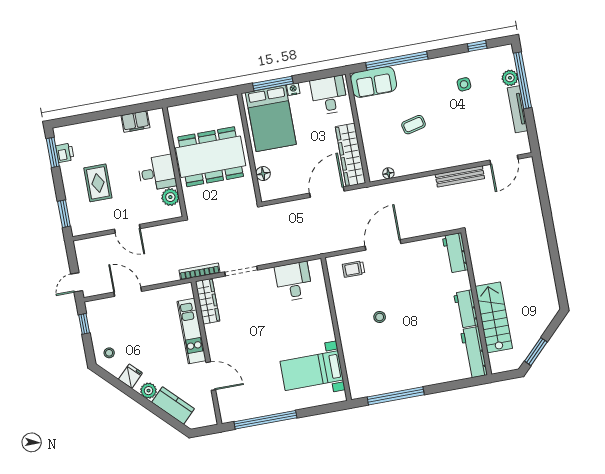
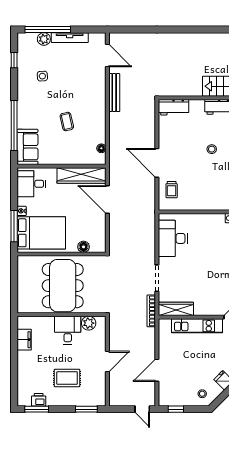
desk: (294, 281) -> (173, 238), width x1.37
stool: (380, 317) -> (212, 149), moved

